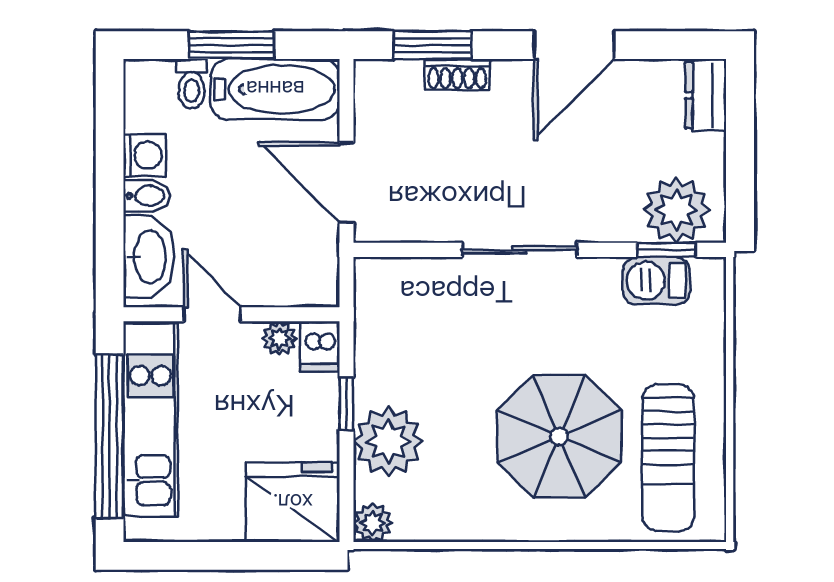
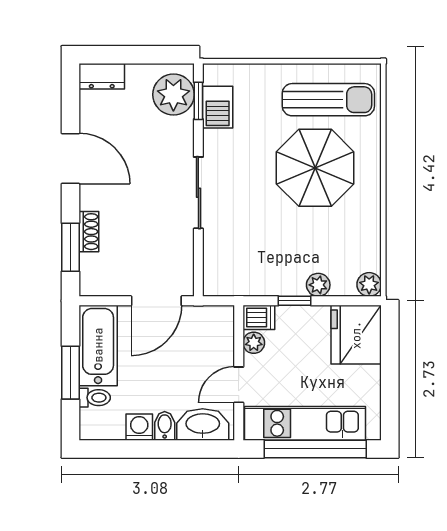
plant: (388, 441) -> (318, 285), width x0.53, depth x0.53

